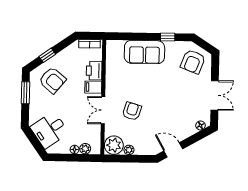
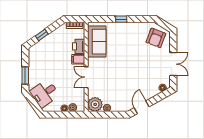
window: (168, 37) -> (121, 19), moved
sofa: (144, 52) -> (97, 42), moved, turned -90
armchair: (52, 80) -> (46, 54), removed
window: (25, 93) -> (25, 75), moved
armchair: (132, 111) -> (109, 78), removed
door: (173, 150) -> (142, 107), hinge flipped

